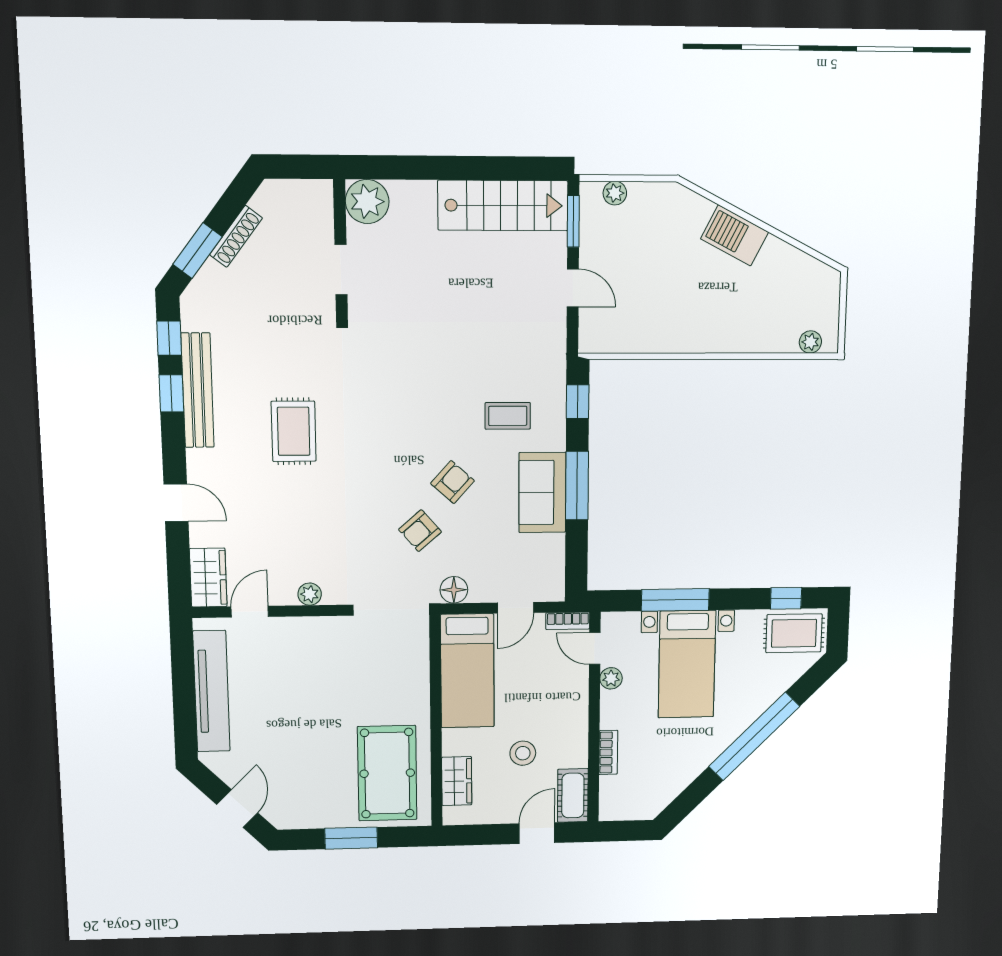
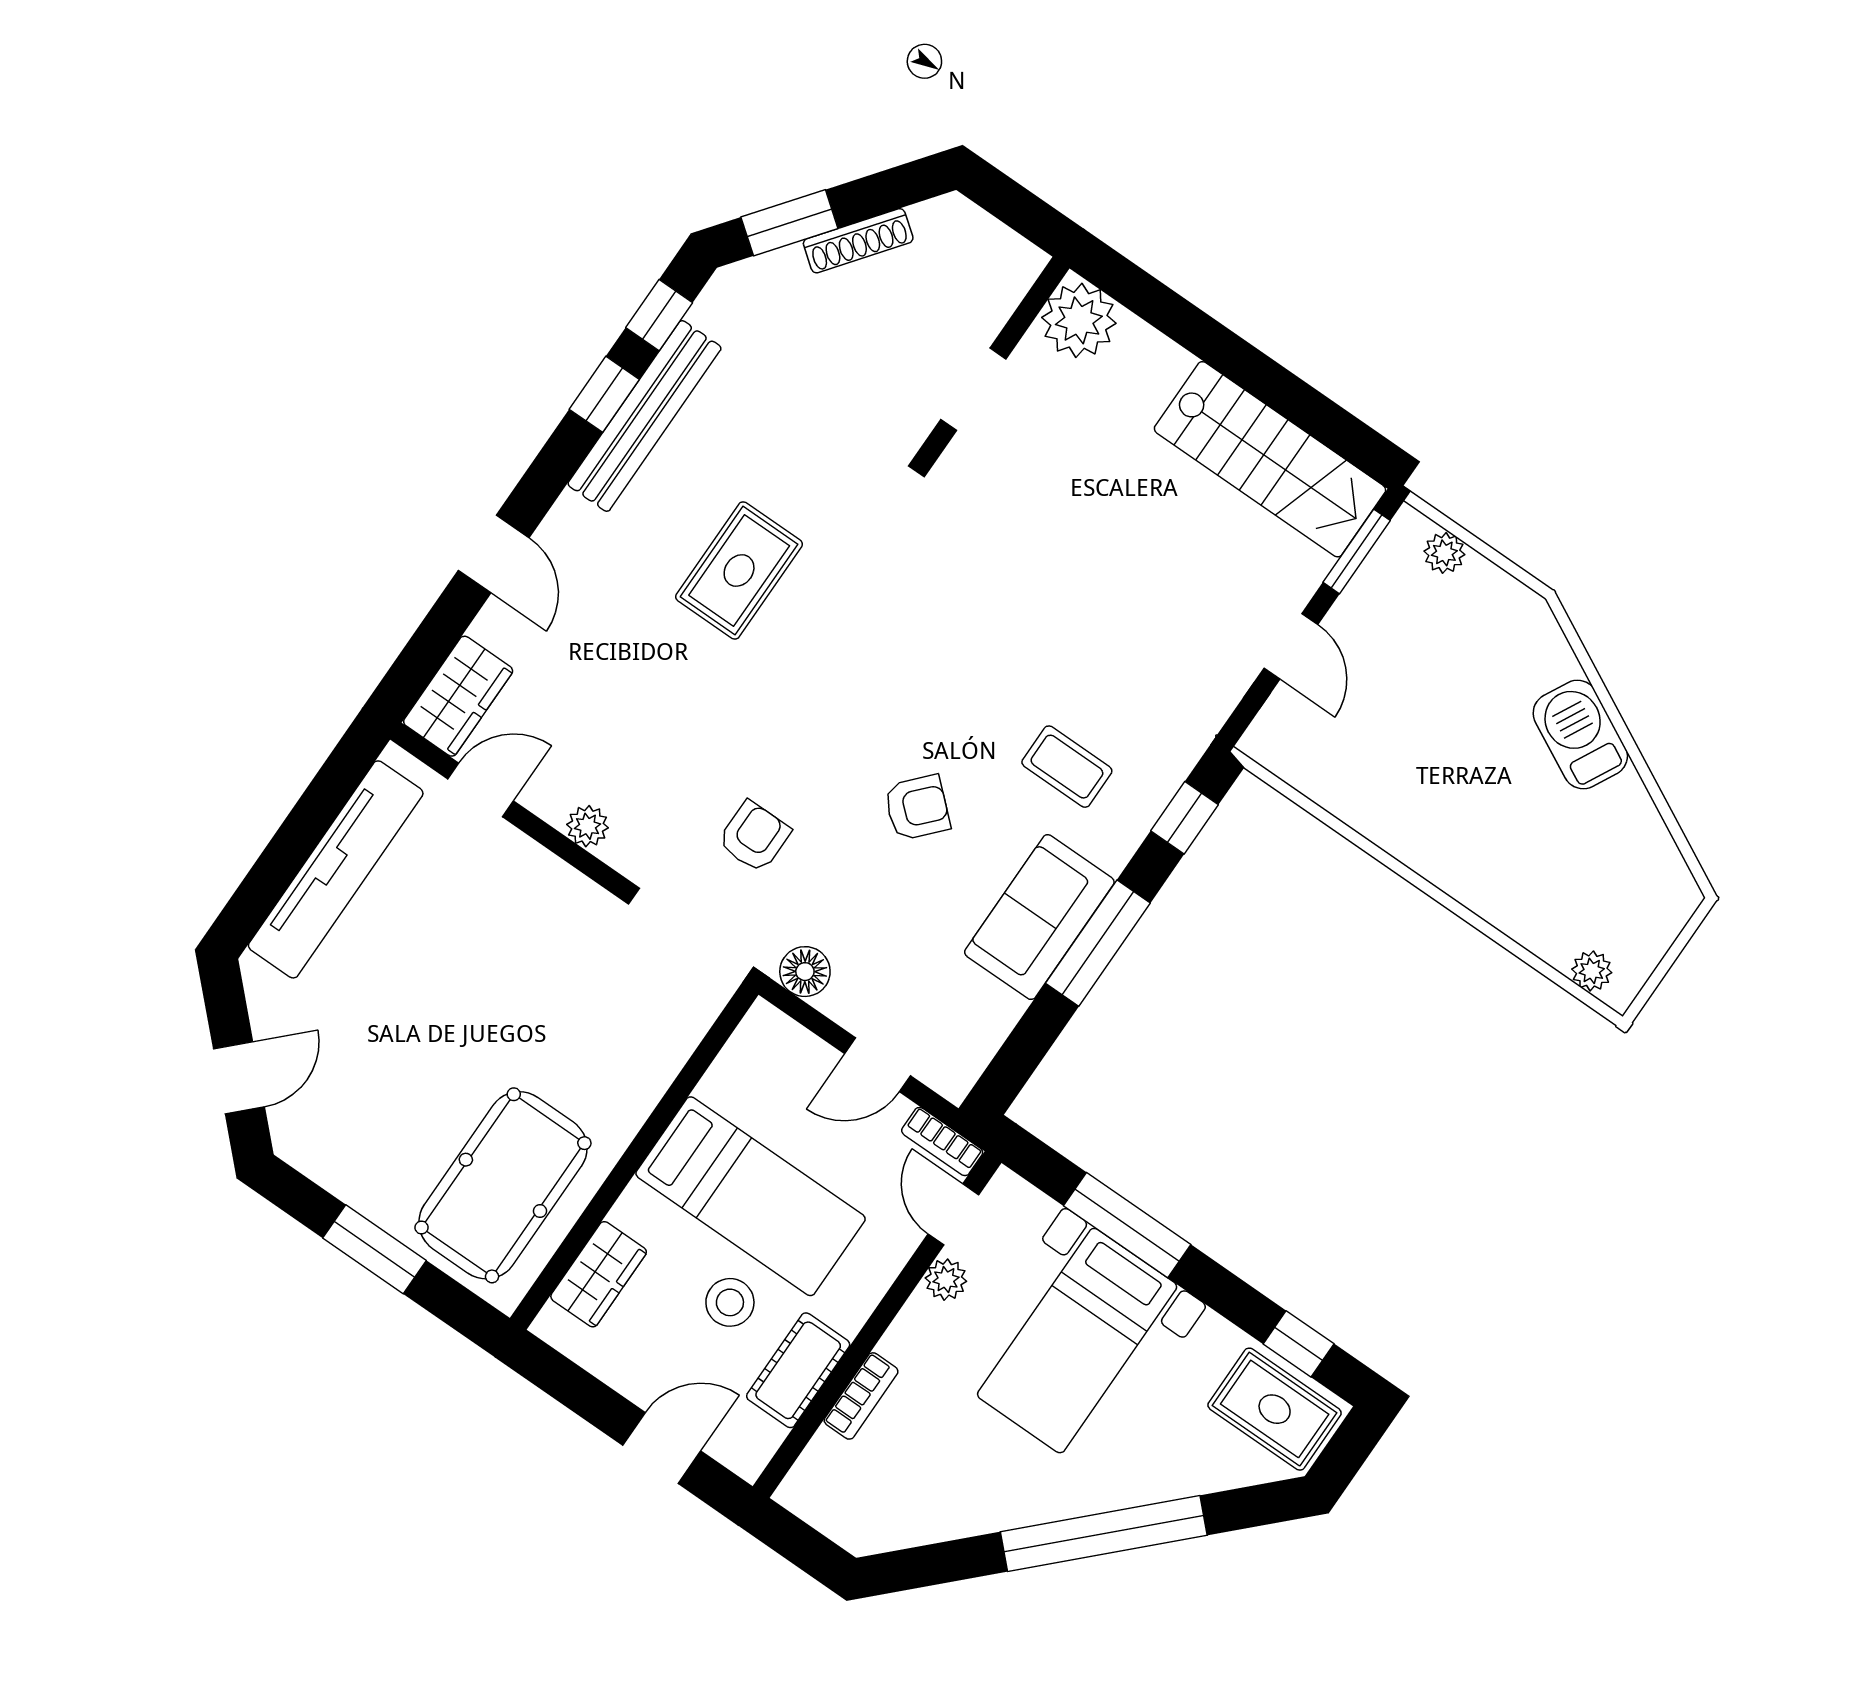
armchair: (420, 531) -> (754, 837), moved, turned 131
bed: (467, 671) -> (751, 1196), moved, turned -90
cot: (573, 795) -> (798, 1370), moved

